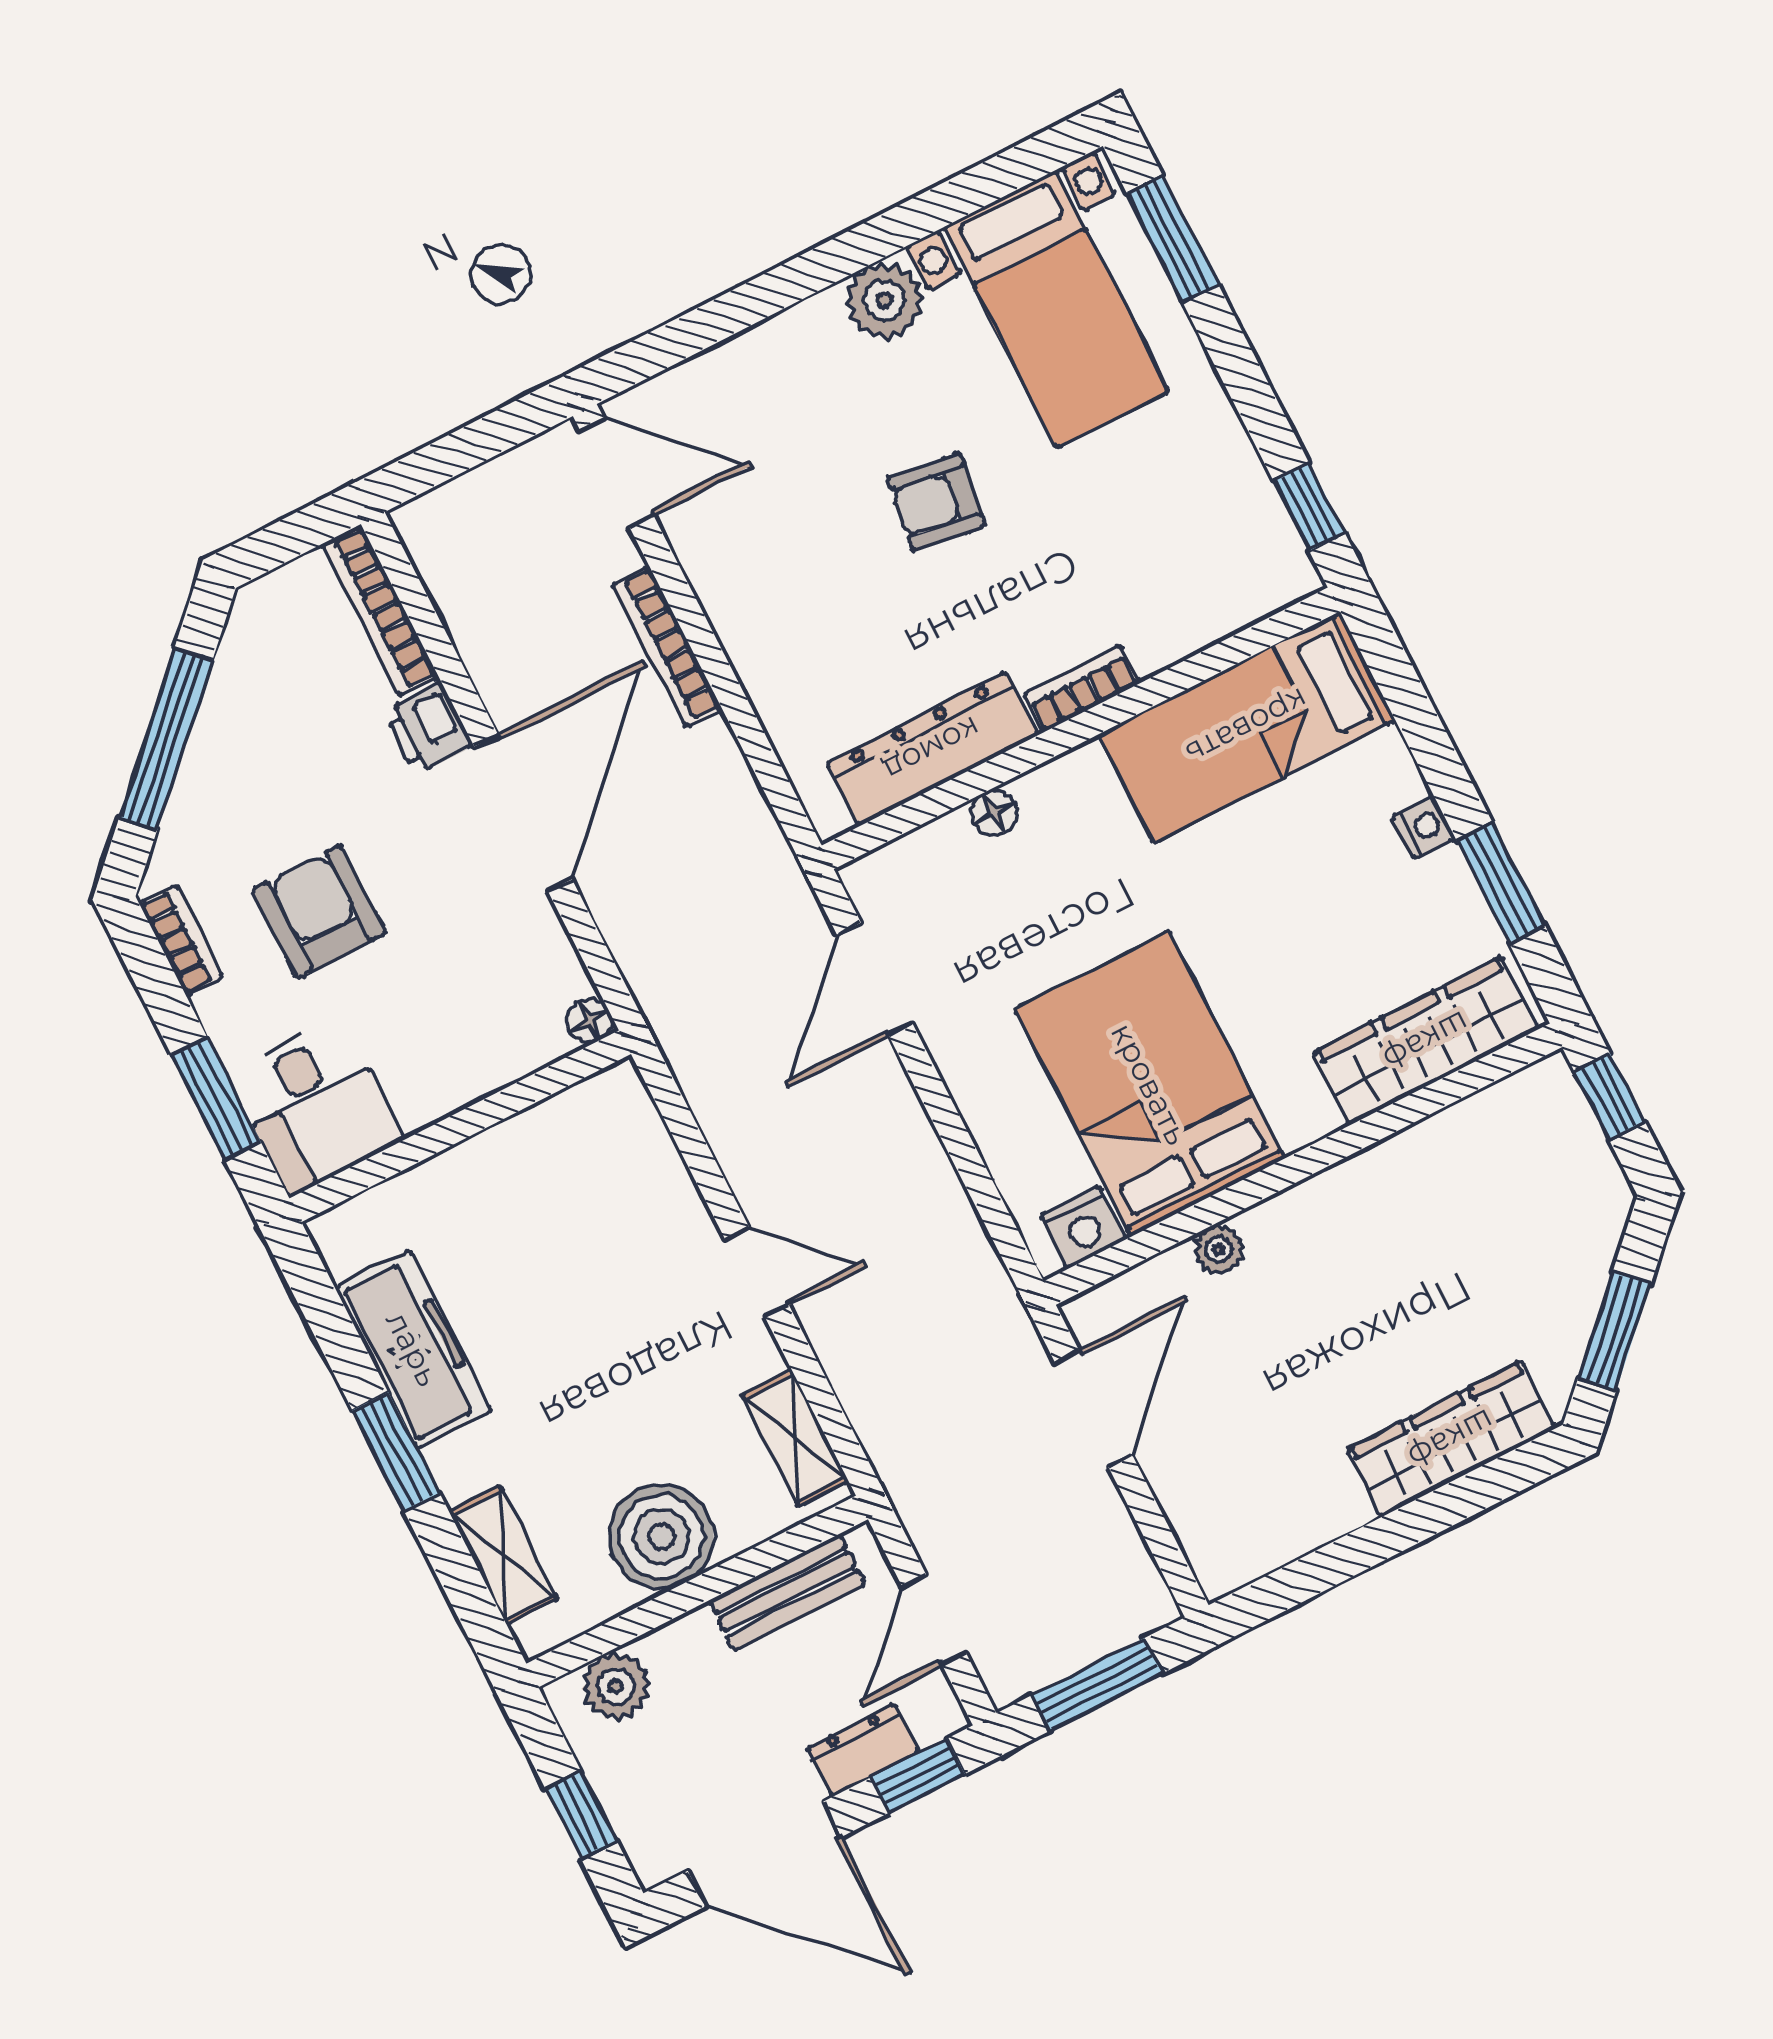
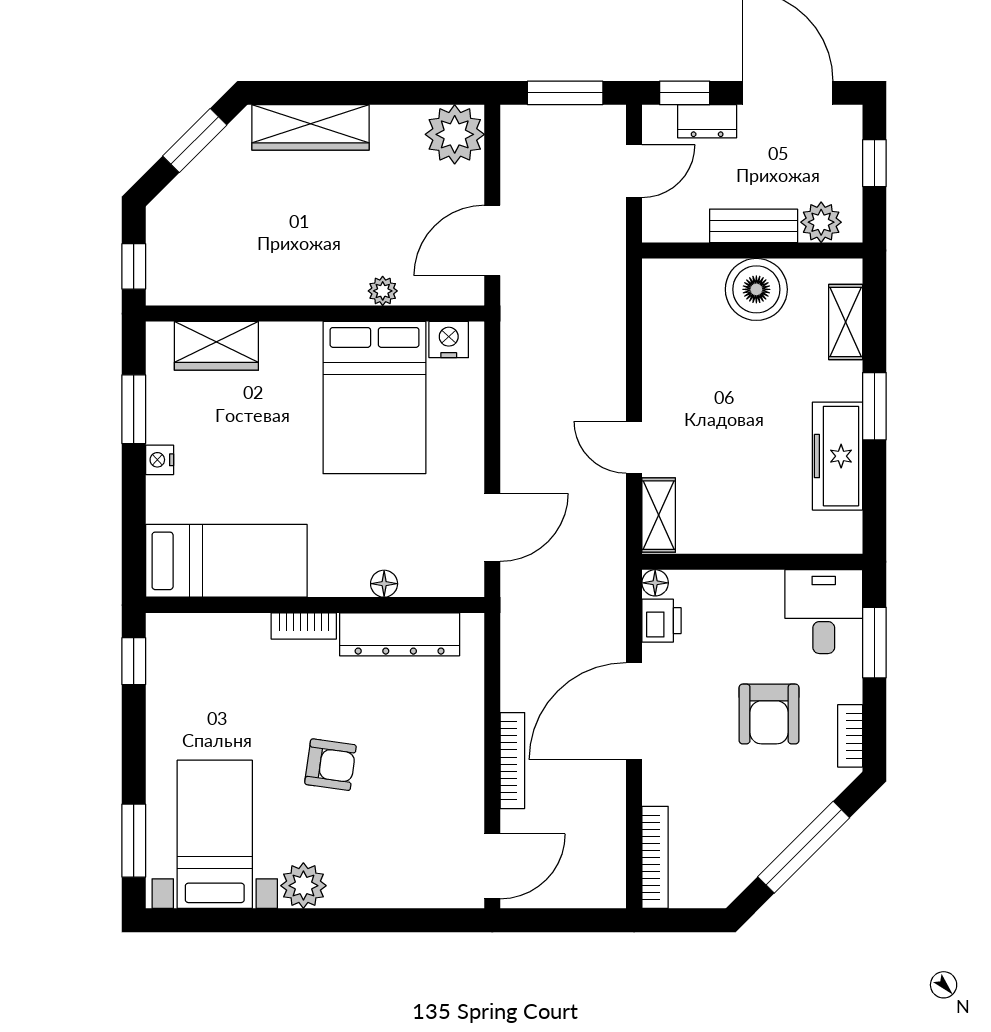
door: (617, 473) -> (492, 866), swing flipped
printer: (428, 728) -> (662, 621), moved
wardrobe: (1426, 1041) -> (216, 346), width x0.67
door: (757, 1272) -> (634, 447), moved
shelving: (795, 1438) -> (659, 515), moved
plant: (1230, 1538) -> (455, 134), added
bench: (787, 1592) -> (754, 226), moved

